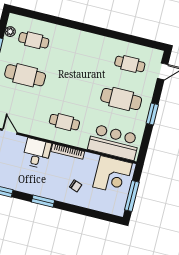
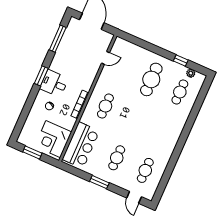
cafe table: (121, 99) -> (117, 158), width x0.73, depth x0.74
desk: (37, 153) -> (54, 83), moved, turned 180
window: (132, 196) -> (32, 153), width x0.69

